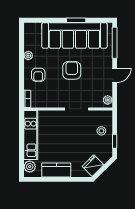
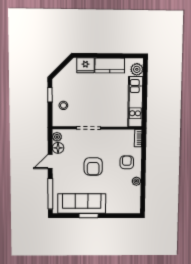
sofa: (74, 35) -> (82, 204), width x0.74, depth x0.79
floor lamp: (107, 89) -> (58, 148), added
fridge: (93, 166) -> (85, 65), moved, turned 45

